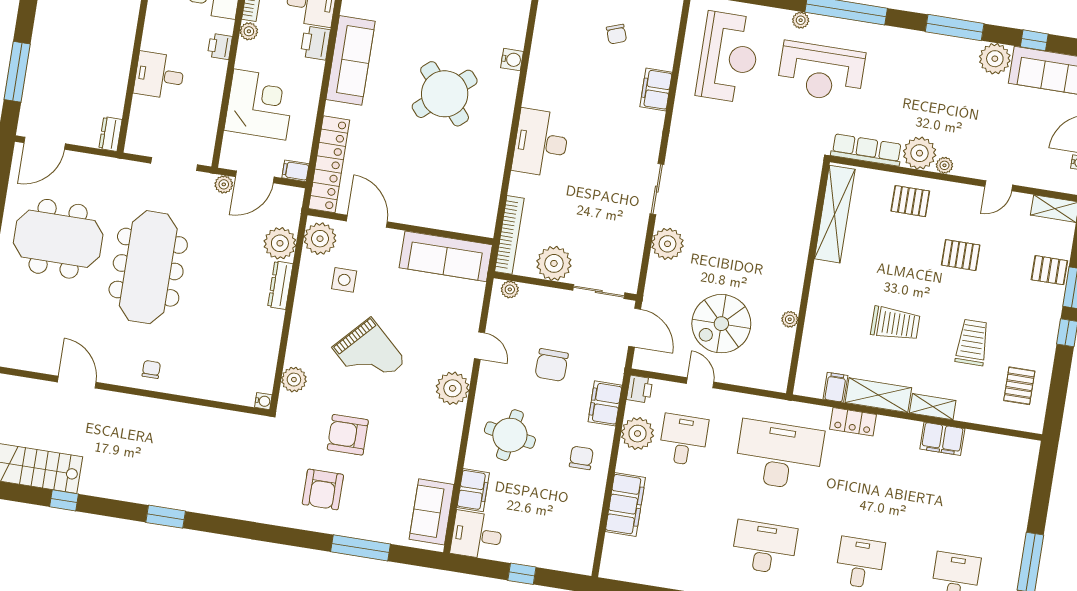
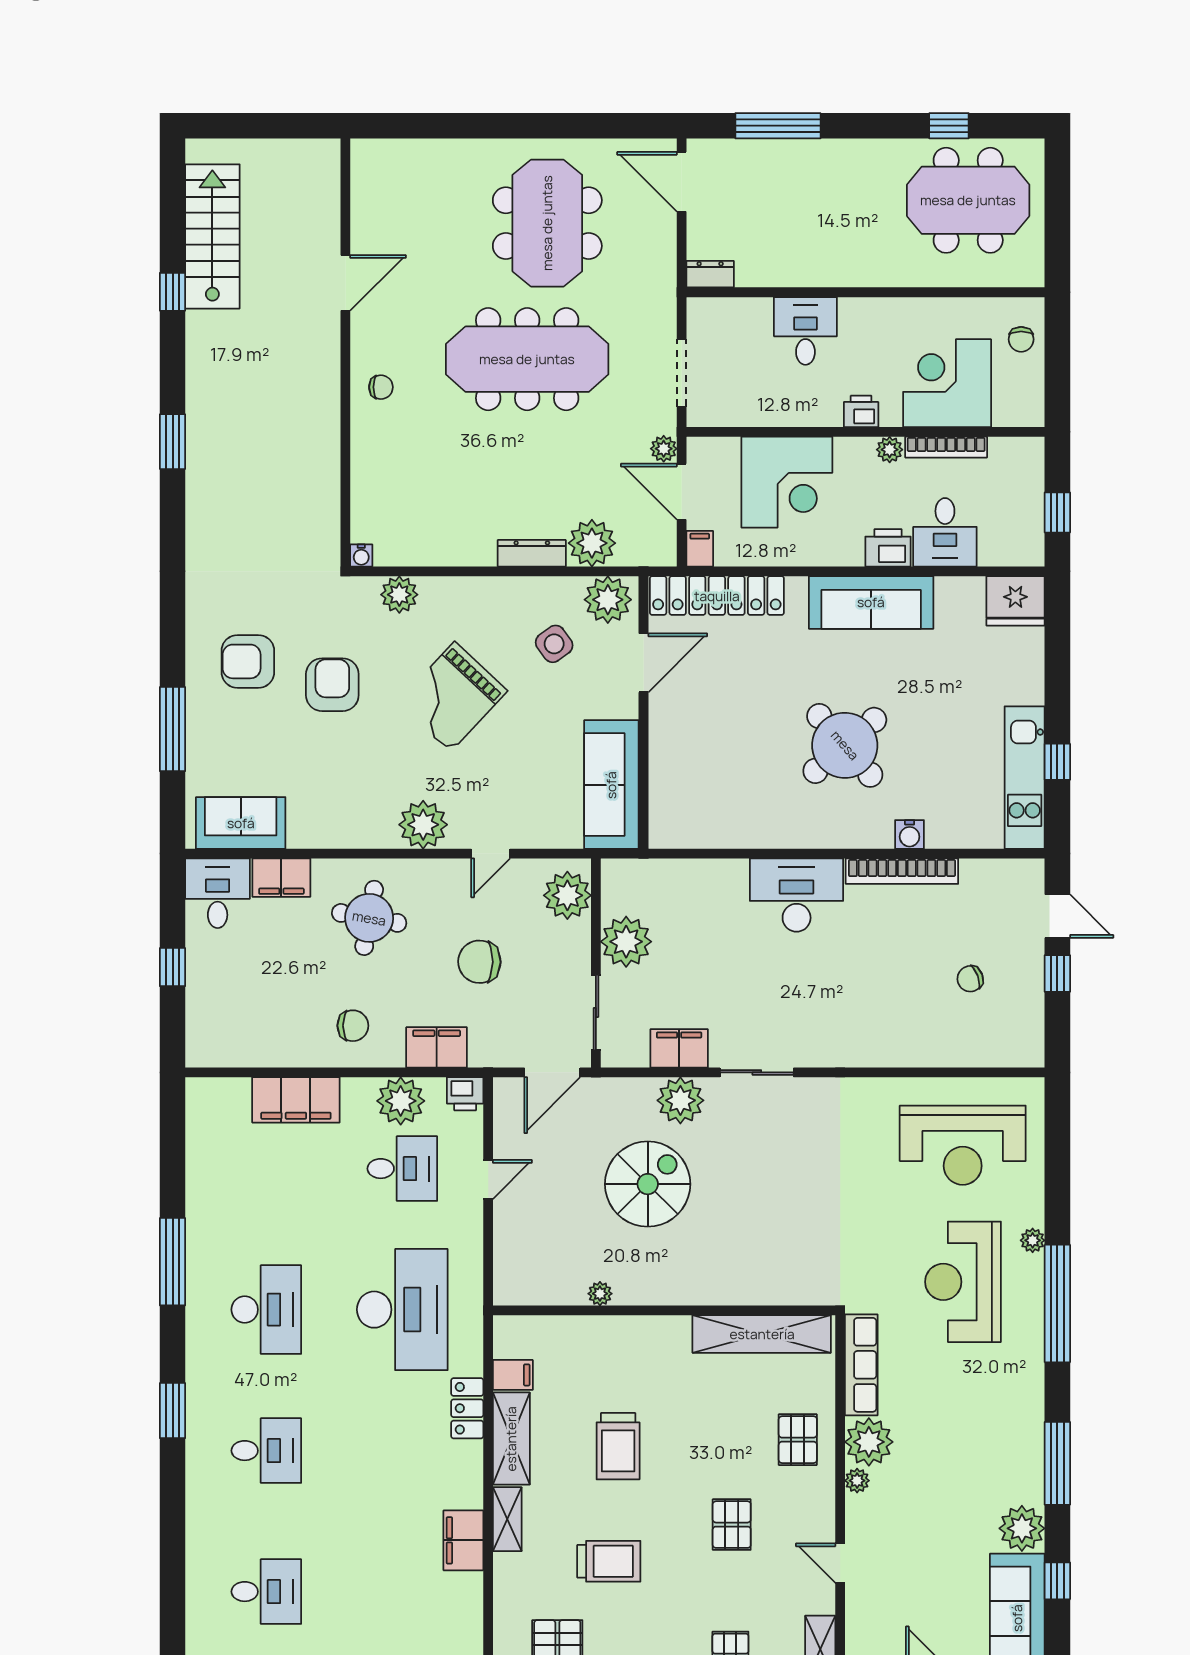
filing cabinet: (656, 90) -> (679, 1048), moved
bookcase: (509, 235) -> (902, 871), moved
side table: (344, 280) -> (554, 644), turned -36
plant: (510, 289) -> (567, 895), width x1.87, depth x1.87
spiral stairs: (721, 324) -> (648, 1184), moved, turned 90

